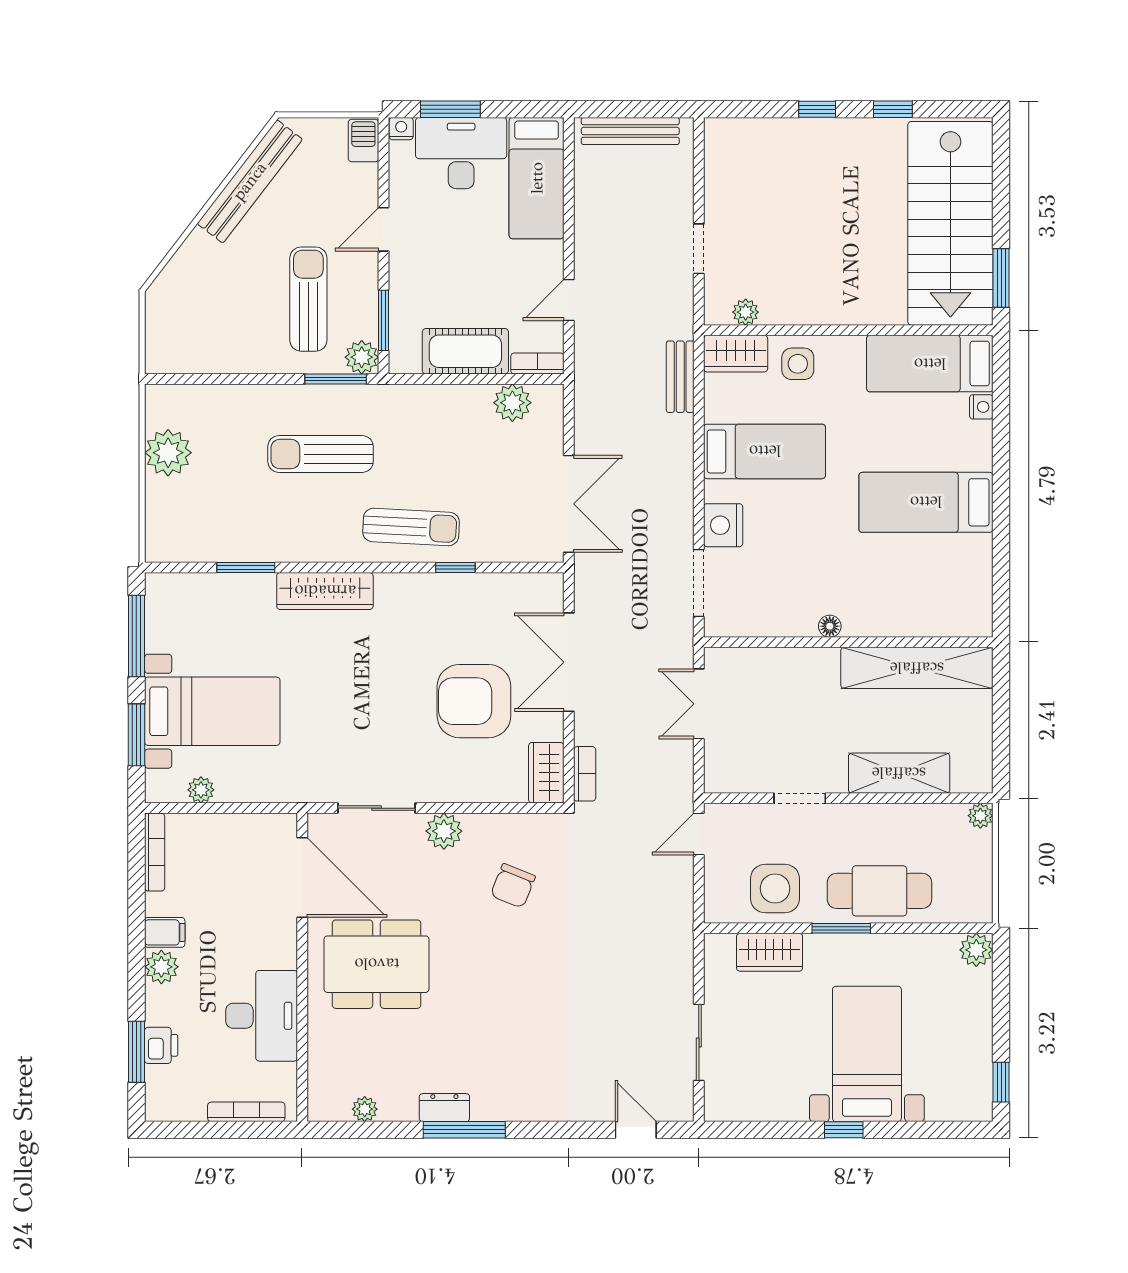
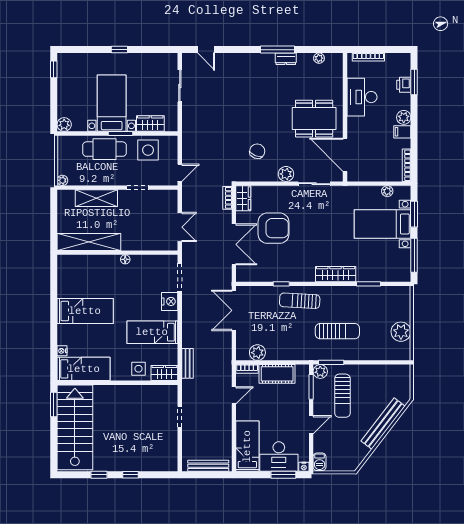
bench: (250, 181) -> (383, 424), moved
plant: (746, 312) -> (160, 390), removed
bed with nightstands: (867, 1054) -> (112, 103), moved, turned 180

